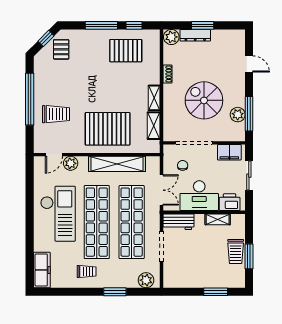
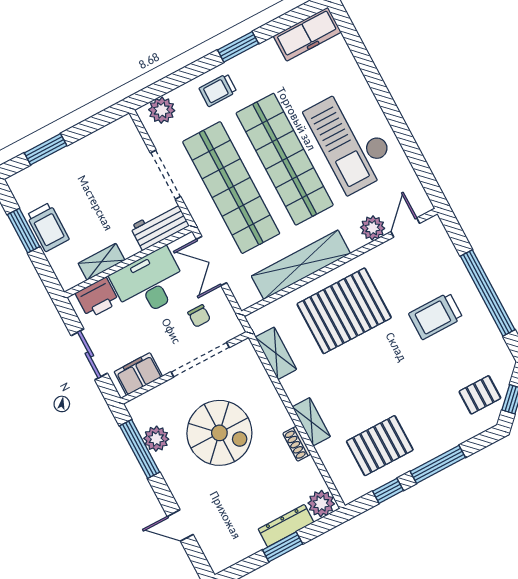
pallet: (61, 49) -> (480, 395), turned 90
shelving: (154, 98) -> (311, 422), moved
trolley: (56, 114) -> (436, 316), moved
trolley: (236, 252) -> (48, 227), turned 180
freezer: (42, 270) -> (307, 34), moved, turned -90
trolley: (87, 271) -> (218, 90), moved
window: (115, 292) -> (238, 47), moved

